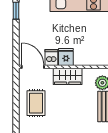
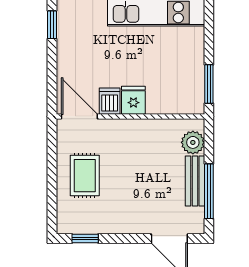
wardrobe: (68, 76) -> (136, 132), removed

